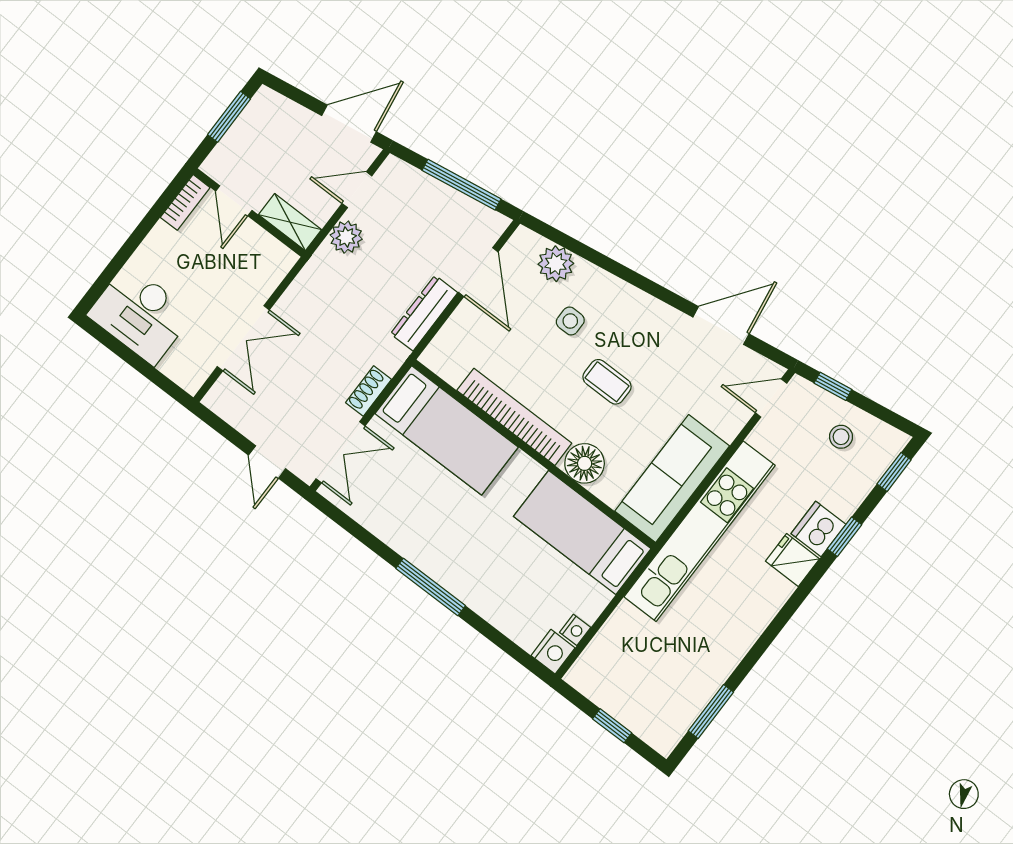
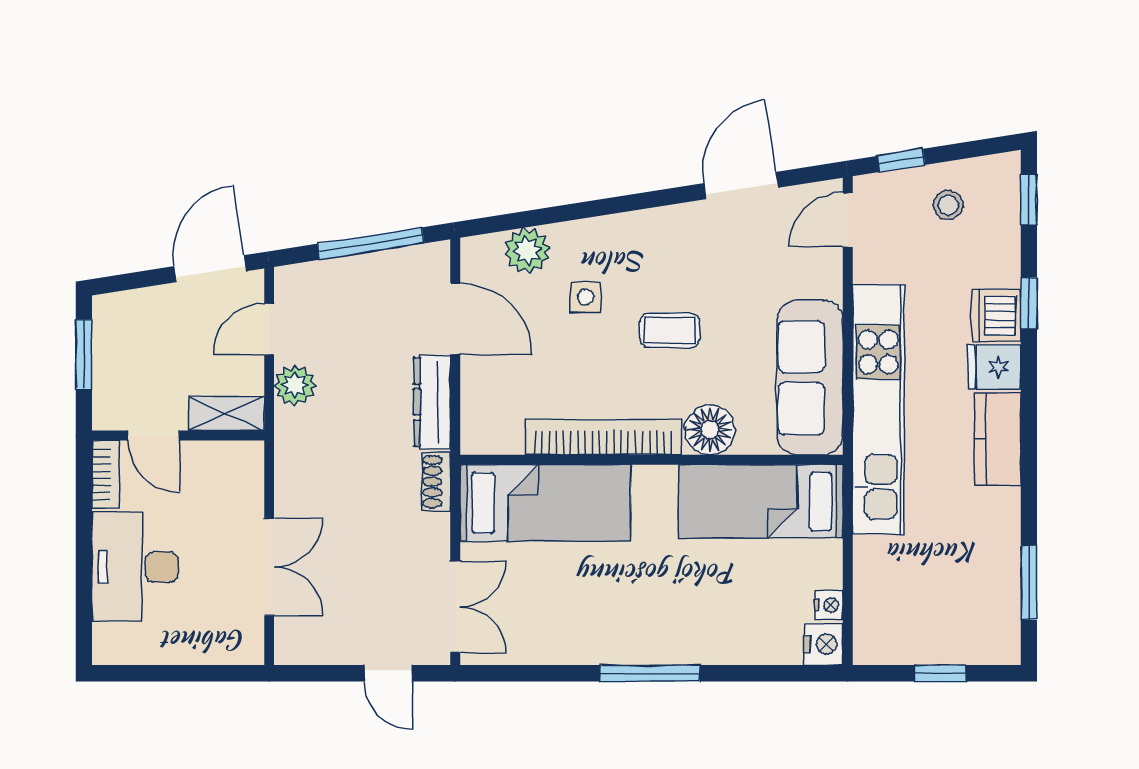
desk: (140, 314) -> (135, 567), moved, turned 90
shoe rack: (368, 391) -> (436, 482), moved
kitchen counter: (760, 606) -> (998, 439), added

